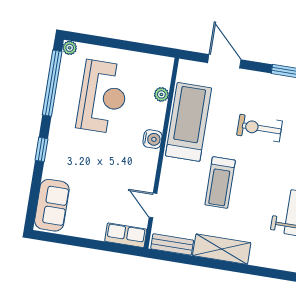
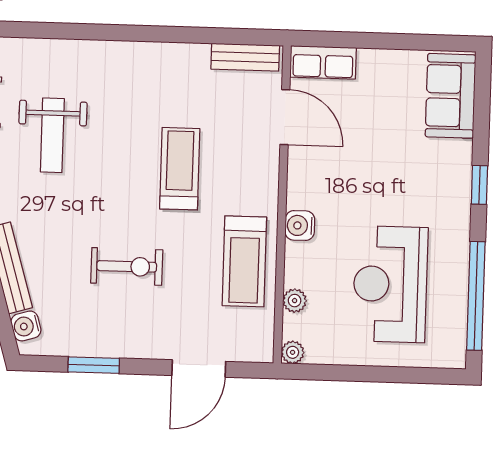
plant: (70, 48) -> (293, 352), moved
door: (224, 61) -> (199, 368), hinge flipped
treadmill: (189, 122) -> (244, 261), width x0.73, depth x0.73
door: (153, 205) -> (285, 117), width x1.37
shelving: (222, 249) -> (163, 60), removed

